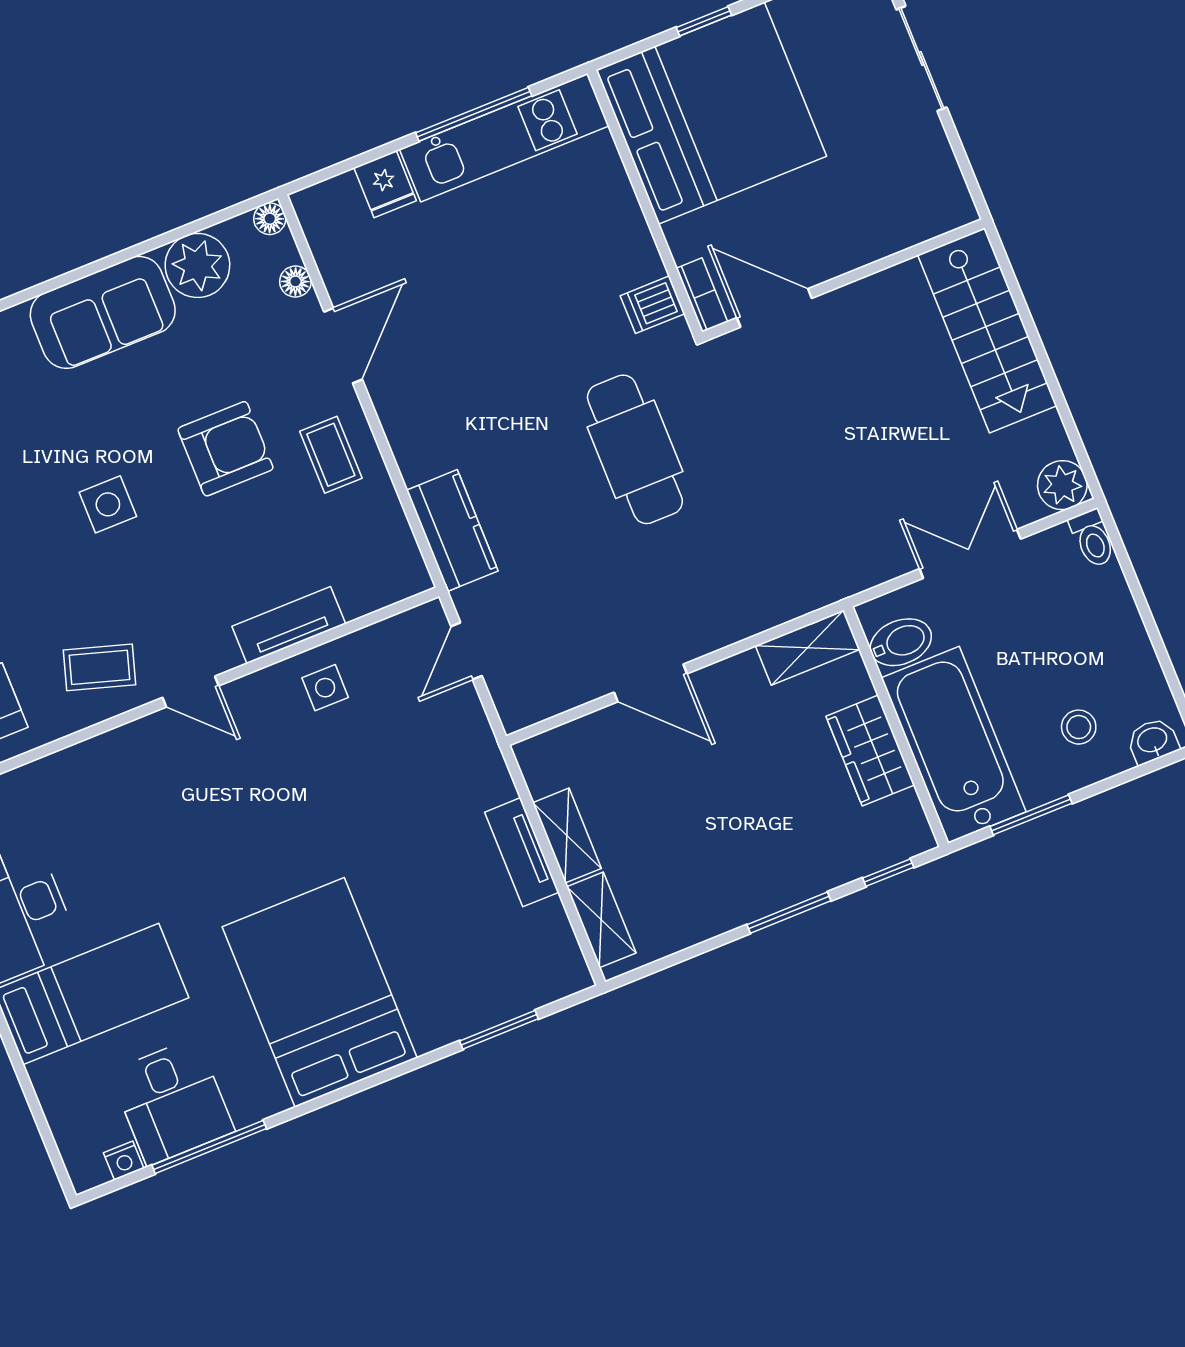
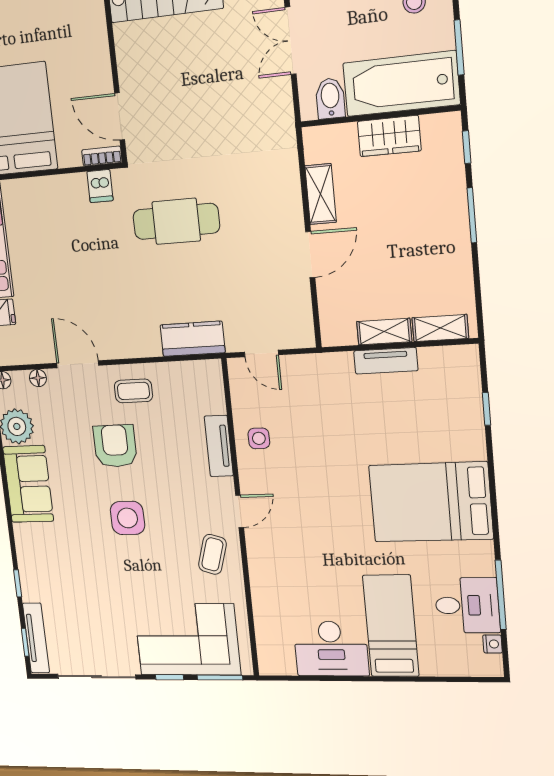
door: (774, 308) -> (120, 116), hinge flipped
side table: (108, 504) -> (127, 518), width x1.37, depth x1.37
shelving: (808, 648) -> (321, 194), moved
window: (499, 1030) -> (487, 409), width x0.67

